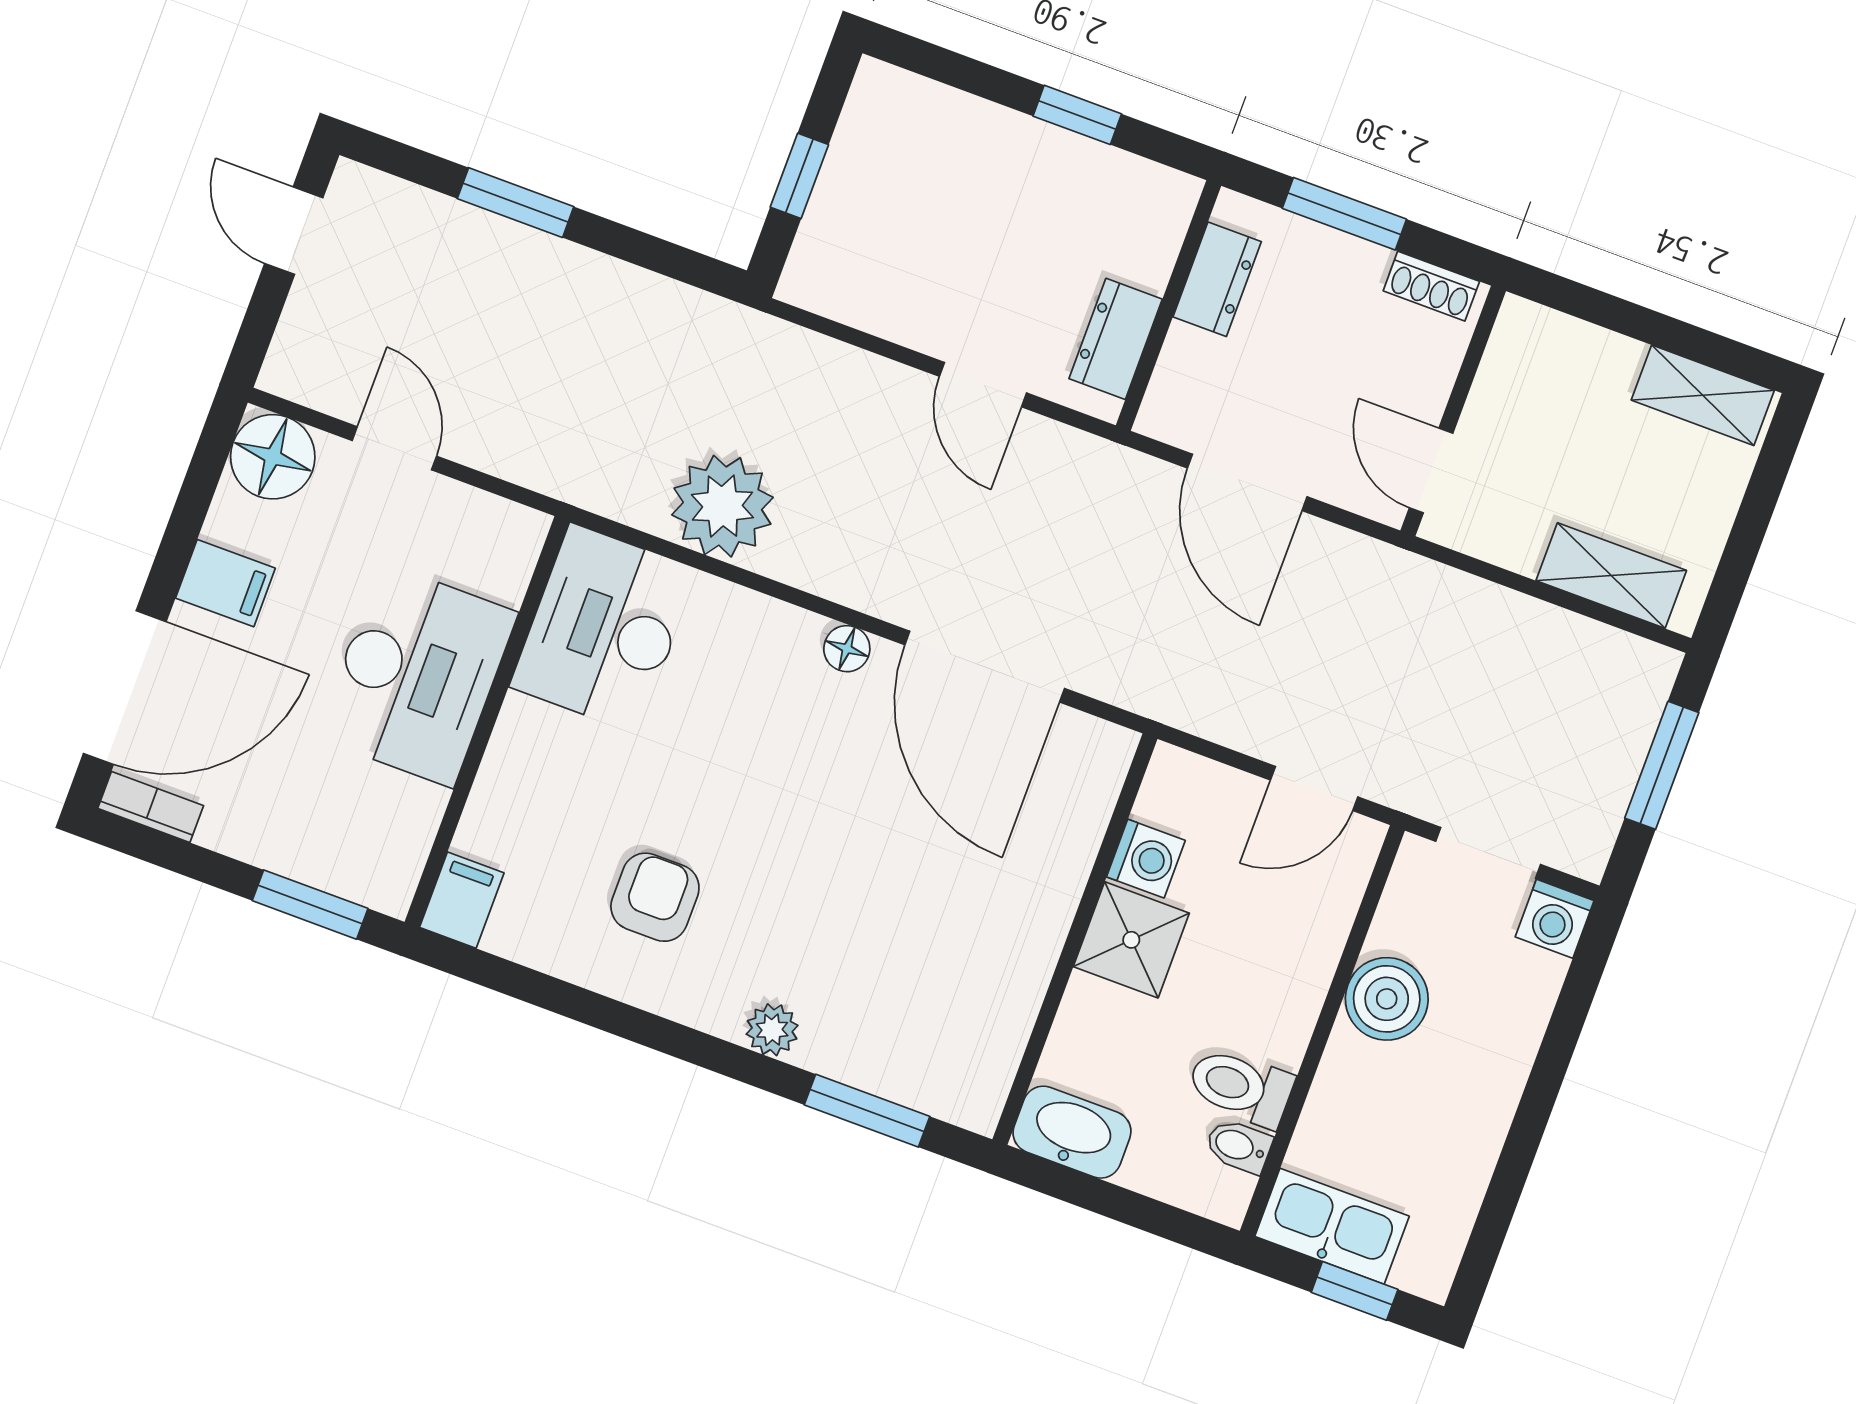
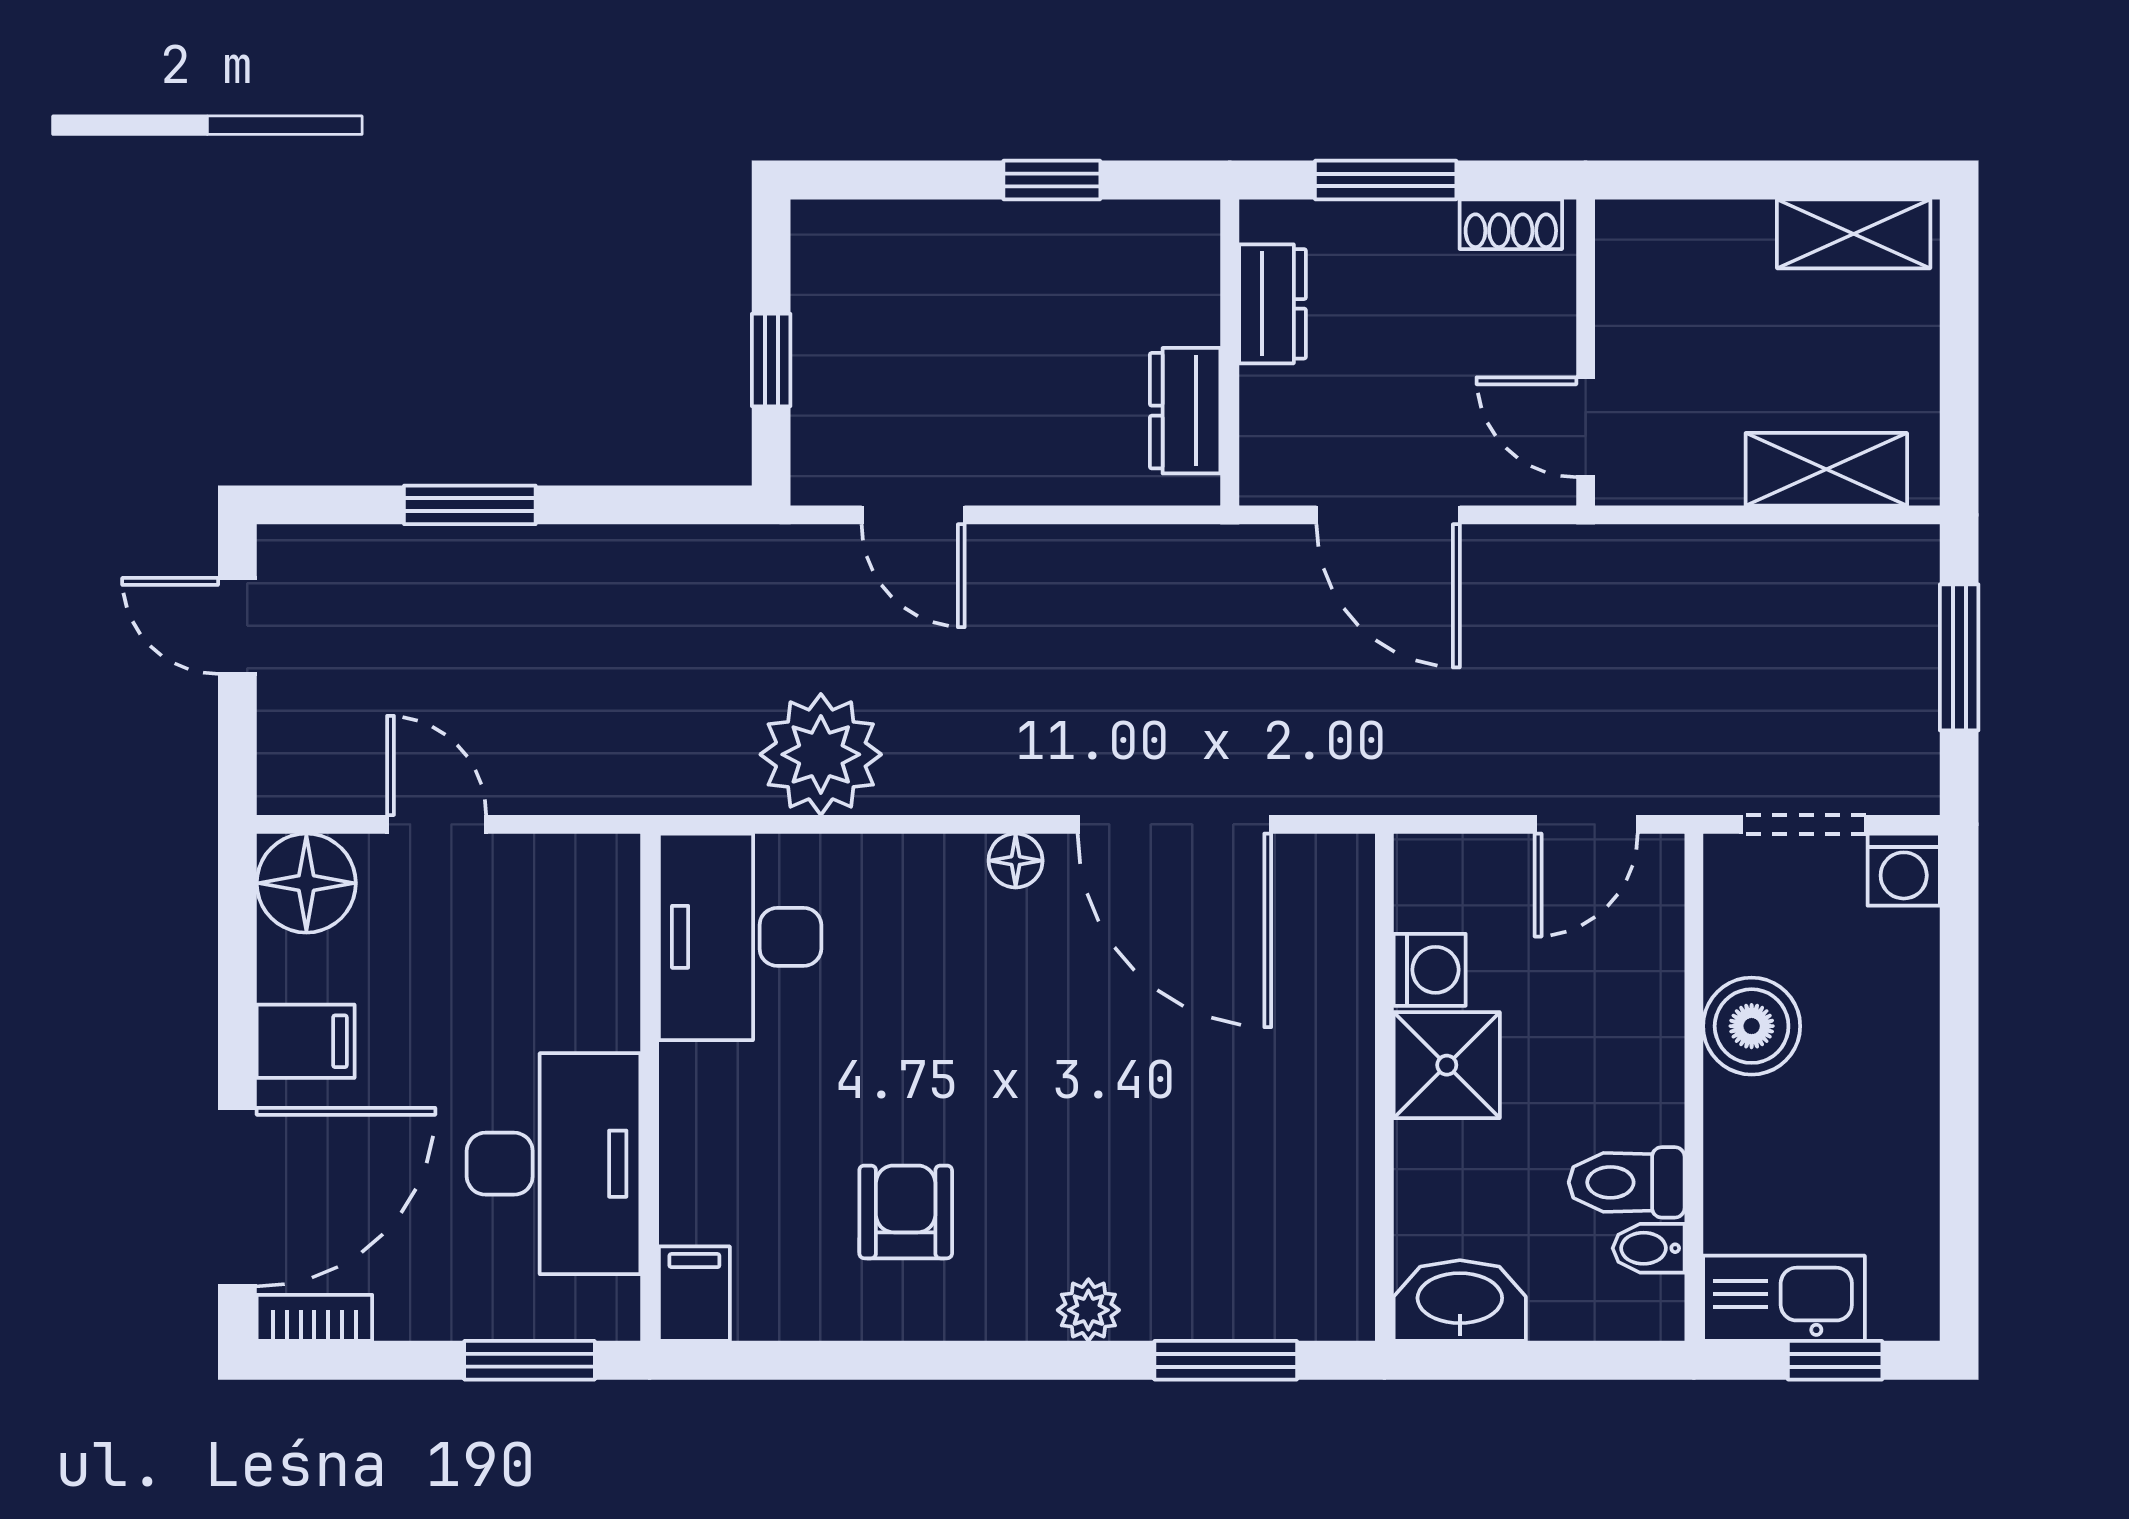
door: (983, 385) -> (913, 515), moved
desk: (417, 675) -> (554, 1164), moved

